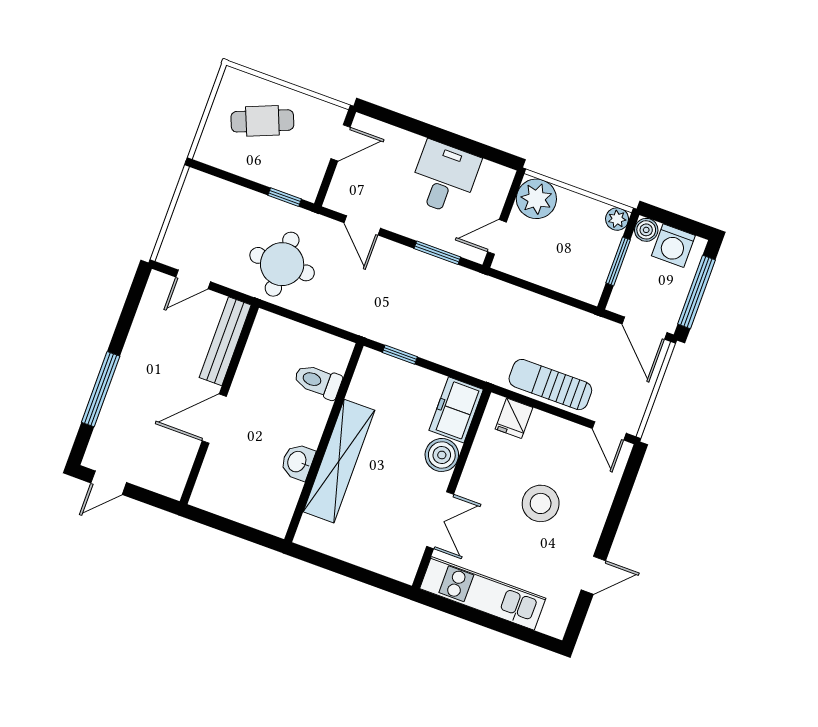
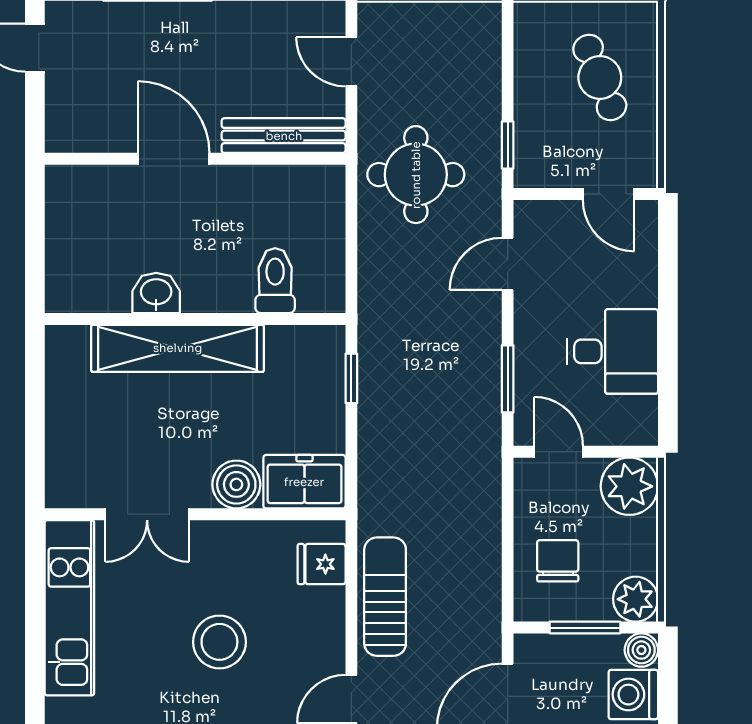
plant: (617, 219) -> (636, 599), width x1.38, depth x1.38
chair: (568, 263) -> (558, 561), added

